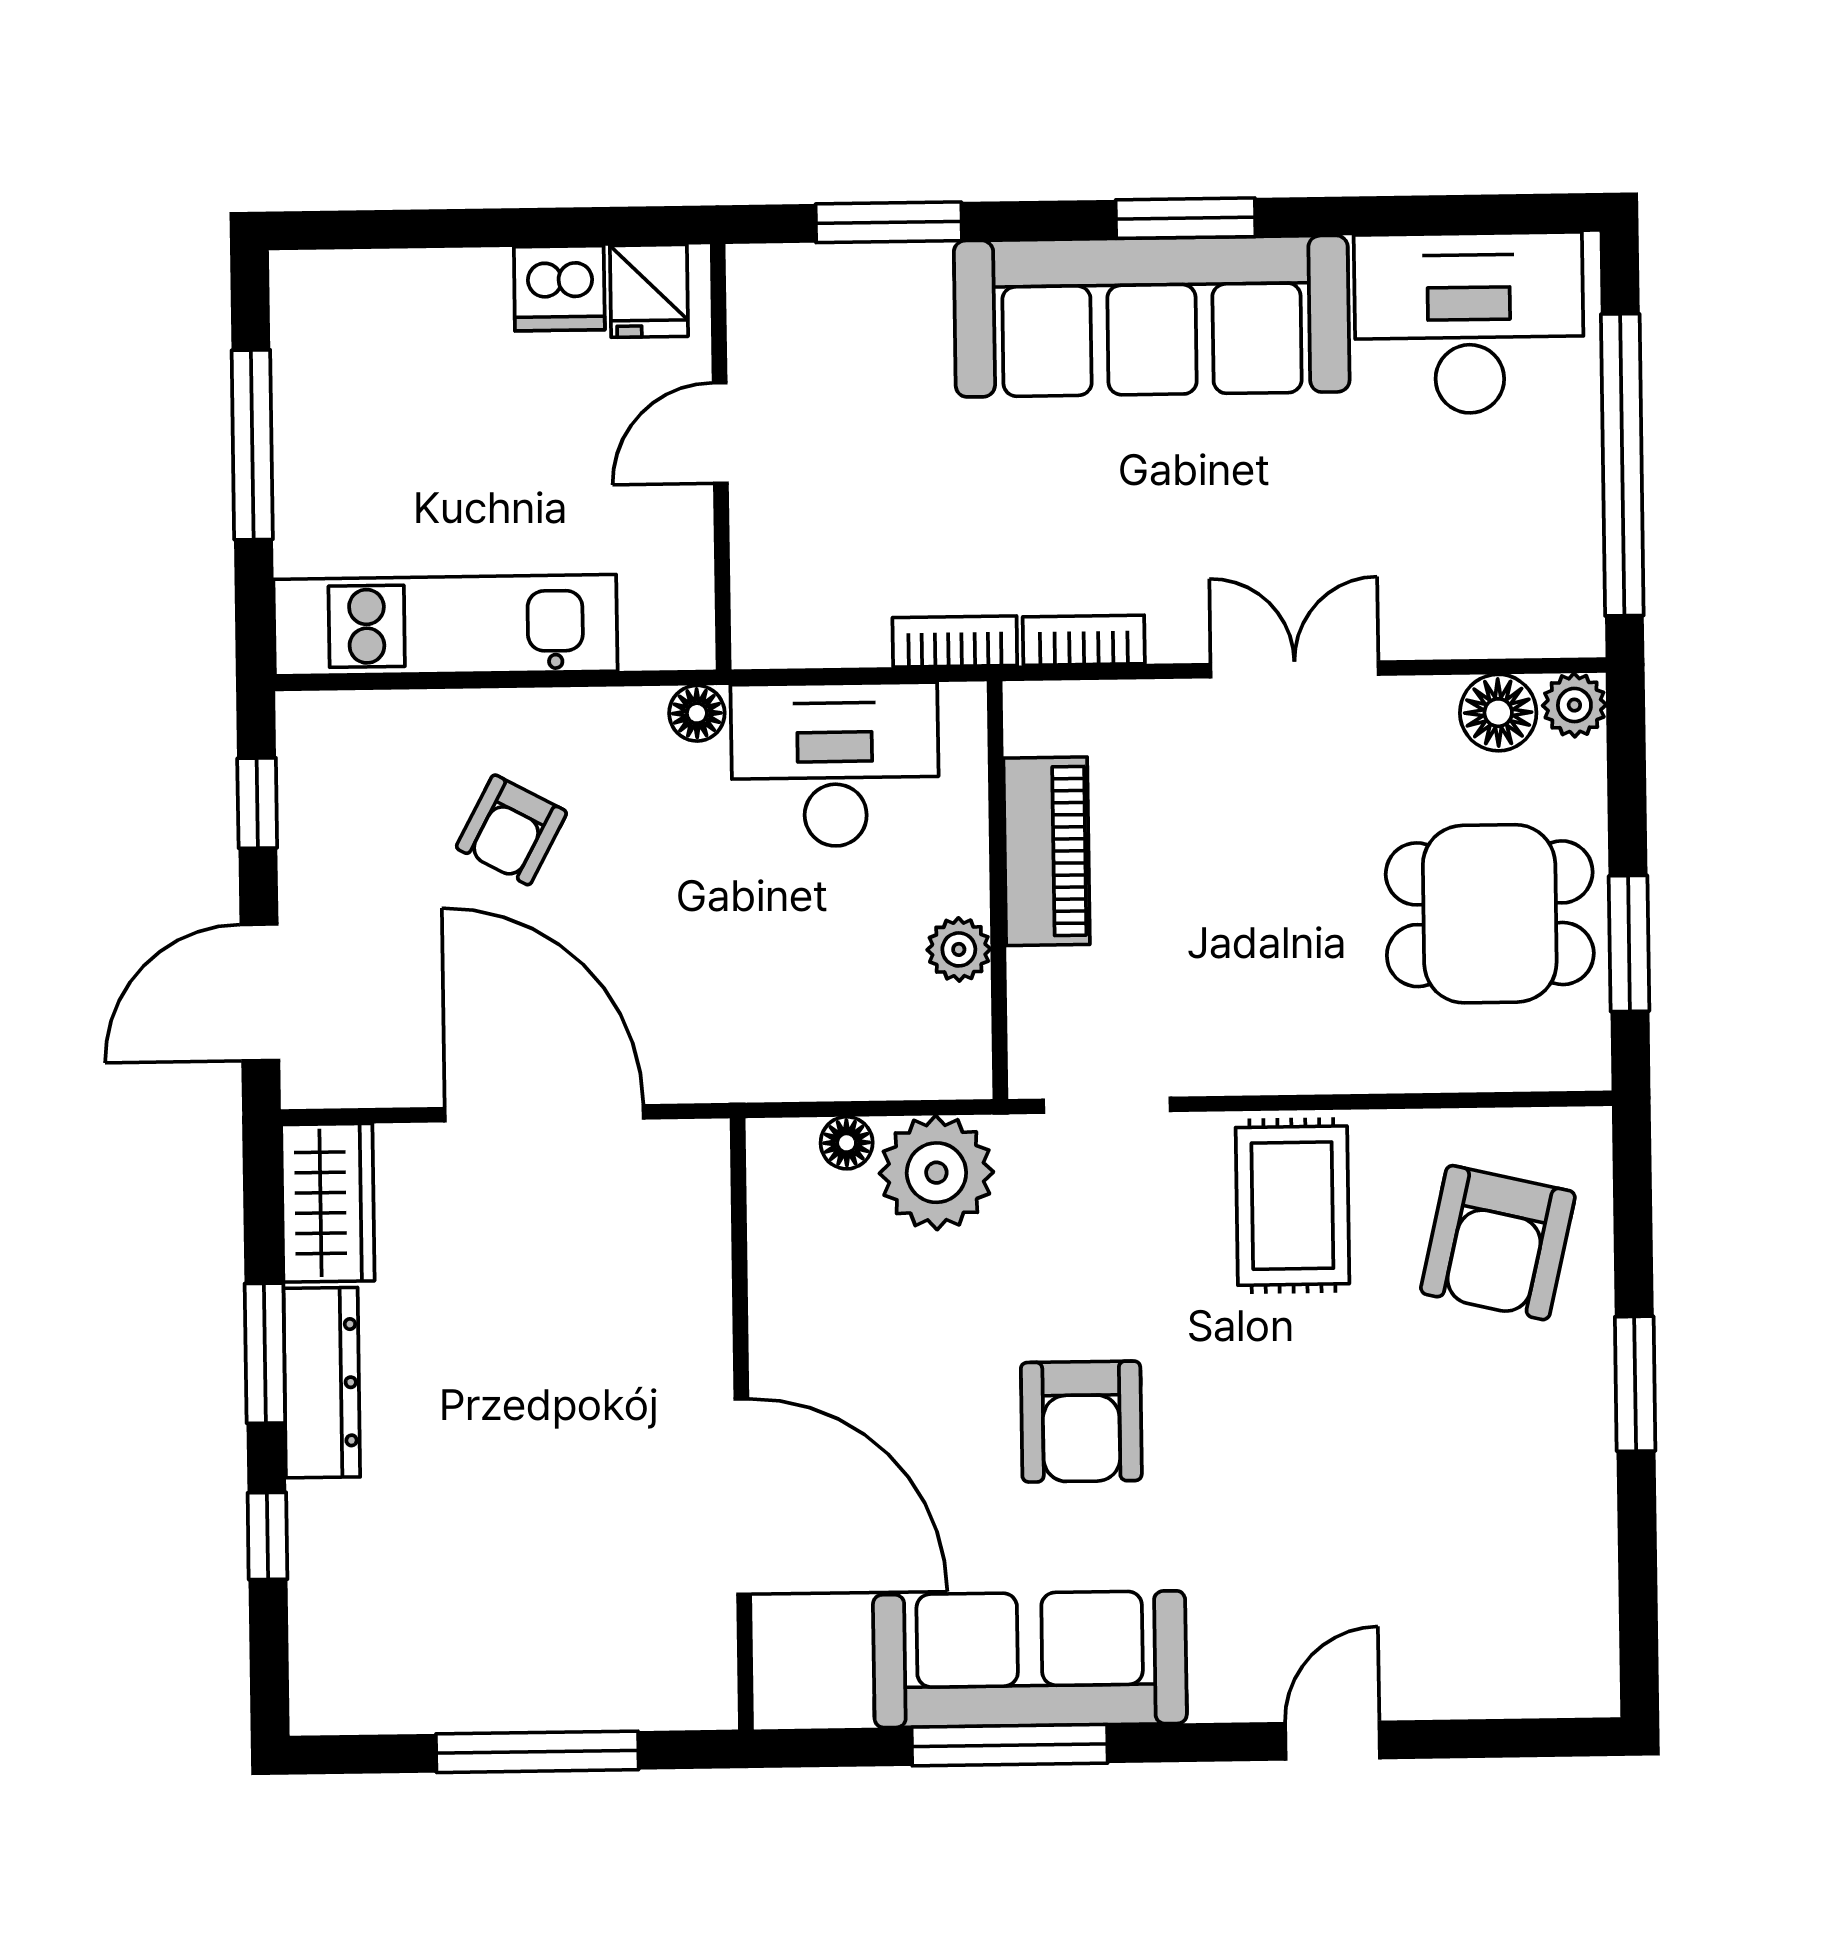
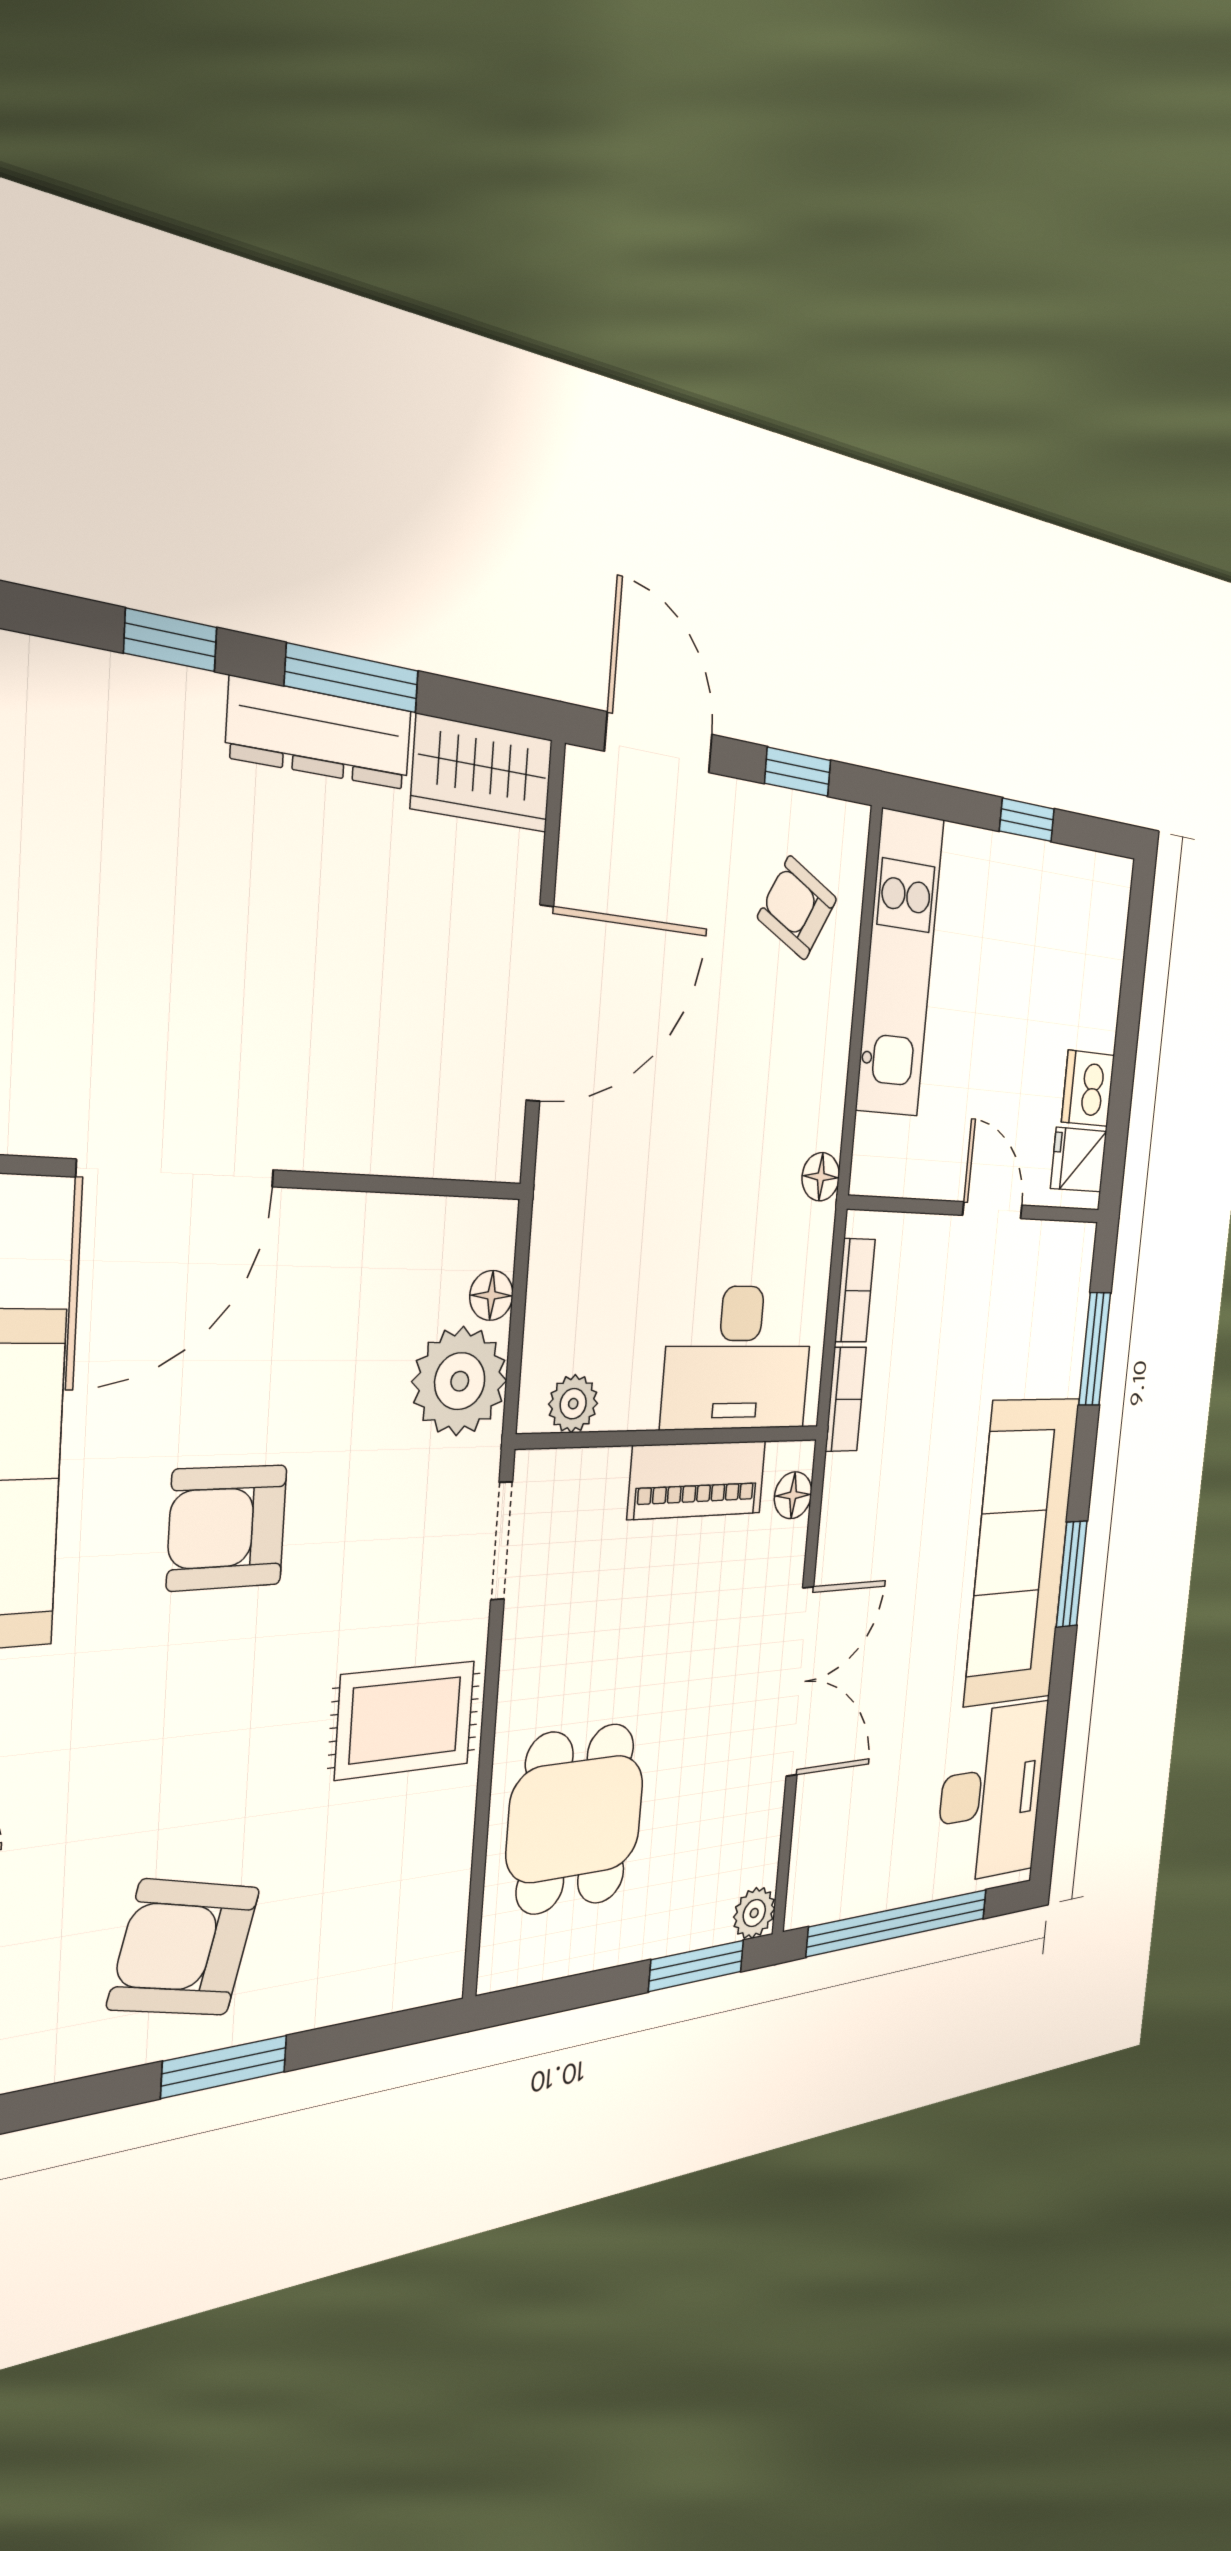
window: (252, 445) -> (1027, 820), width x0.46
bookcase: (1084, 640) -> (855, 1291), moved
double door: (1295, 669) -> (800, 1682), width x1.37
floor lamp: (1498, 713) -> (793, 1495), moved, width x0.73, depth x0.73
desk: (835, 765) -> (738, 1358), moved, turned 90
armchair: (511, 830) -> (797, 908), moved
dining table: (1490, 914) -> (575, 1819), moved
window: (1629, 943) -> (696, 1966), moved
plant: (959, 949) -> (573, 1404), moved
armchair: (1498, 1243) -> (184, 1948), moved

